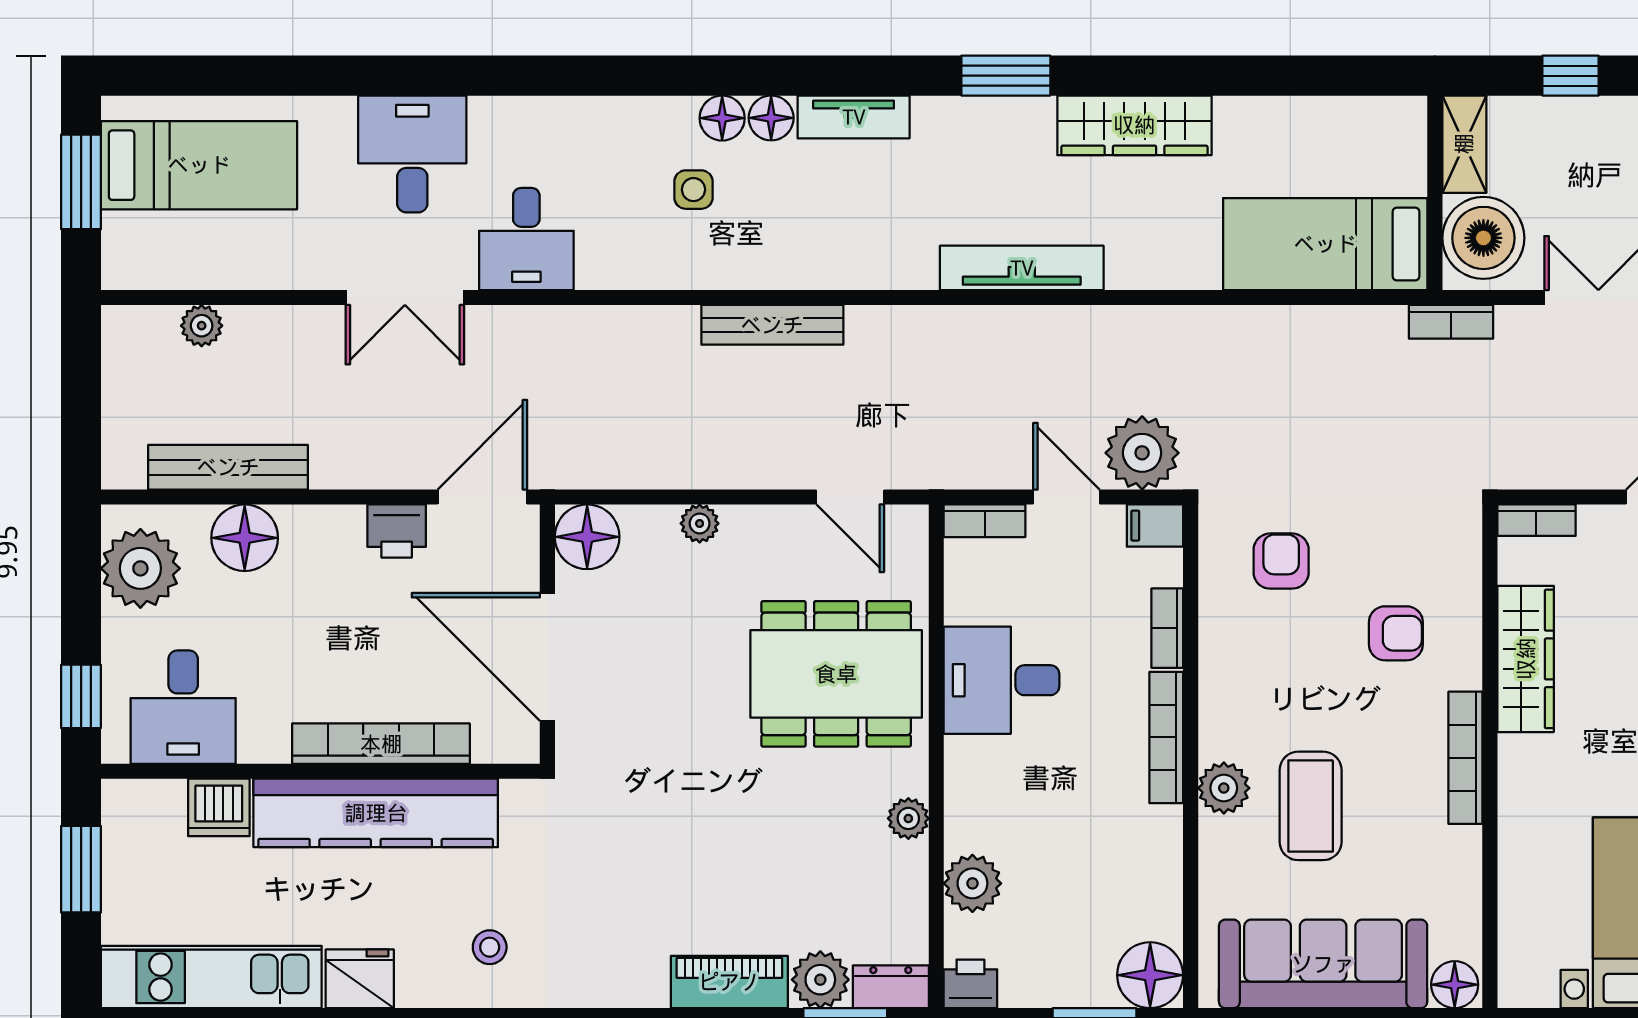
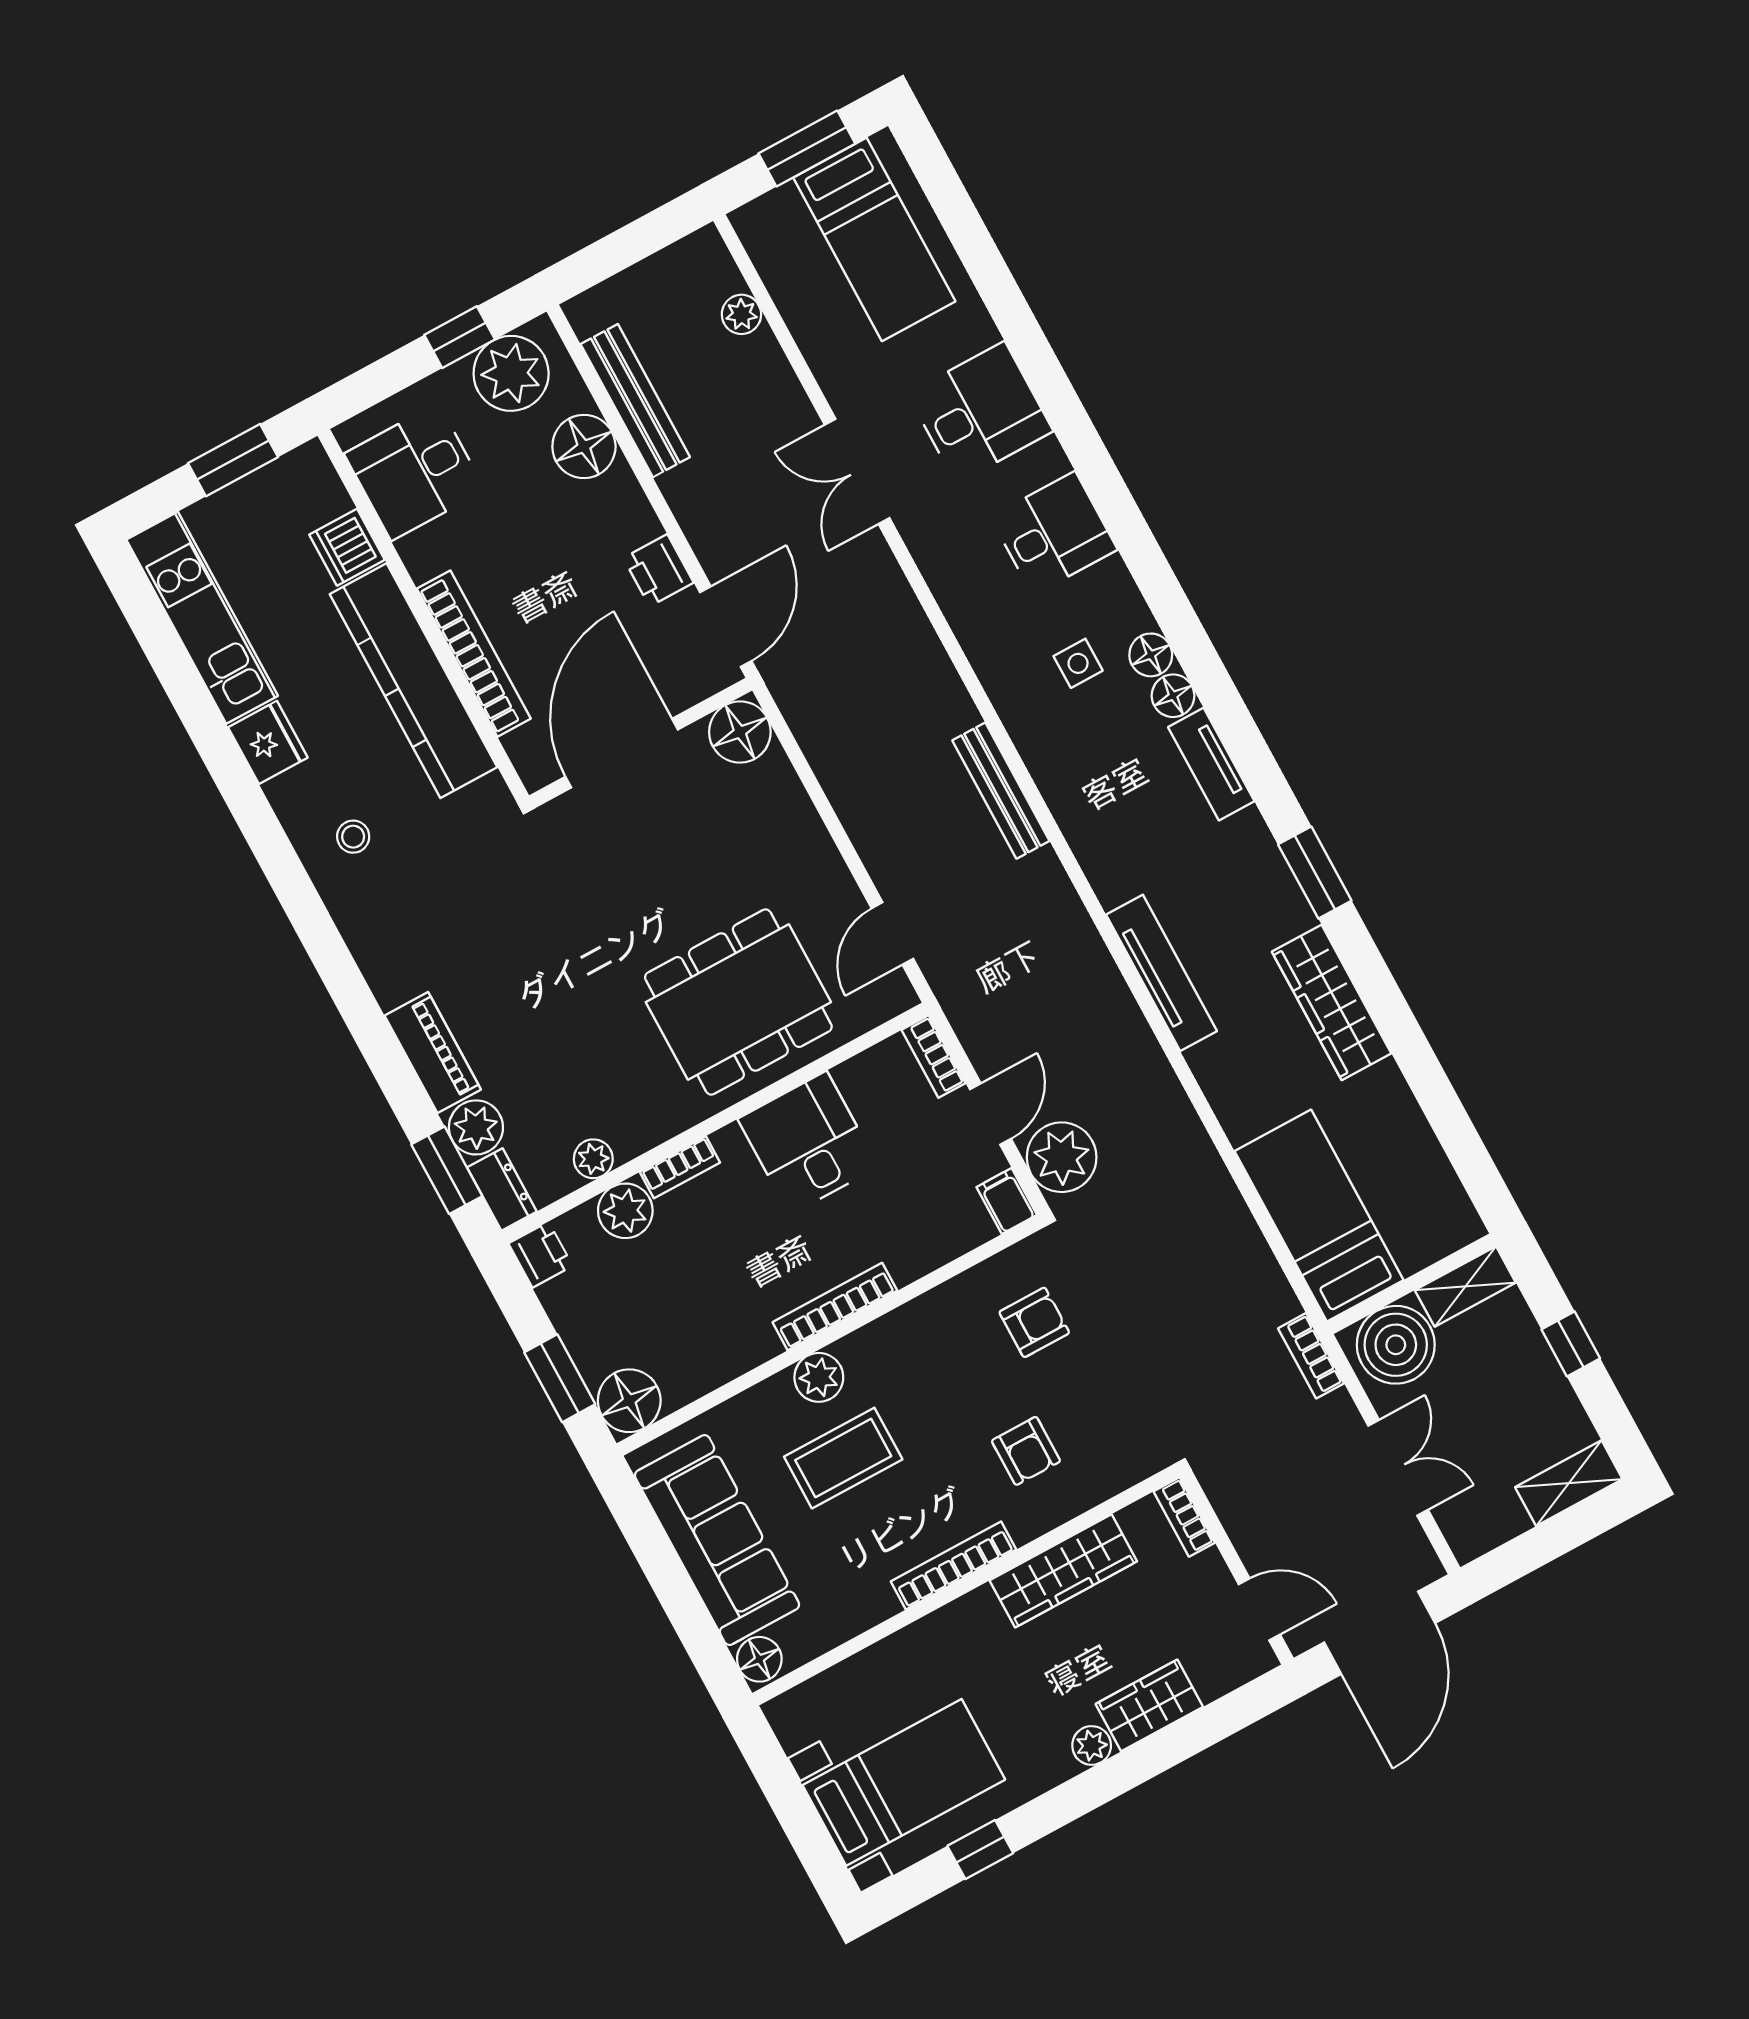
desk: (526, 239) -> (1054, 533), moved, turned 180
door: (482, 497) -> (726, 627), hinge flipped
plant: (700, 523) -> (802, 820), removed
bookcase: (1167, 628) -> (680, 1167), moved, turned 180
dining table: (836, 674) -> (738, 1002), turned 90
window: (81, 696) -> (460, 337), moved
plant: (908, 818) -> (593, 1159), moved

